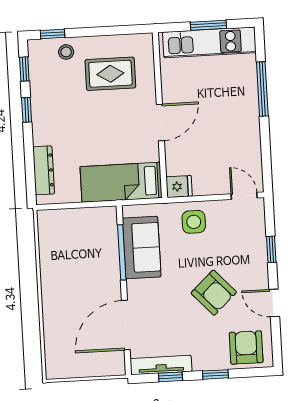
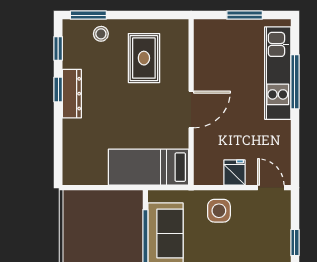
window: (53, 34) -> (88, 15), width x1.50
kitchen unit: (209, 42) -> (278, 73), moved, turned 90
rug: (110, 74) -> (144, 58), turned 90
dresser: (44, 170) -> (72, 94), moved
fridge: (179, 186) -> (234, 173), moved, turned -90

